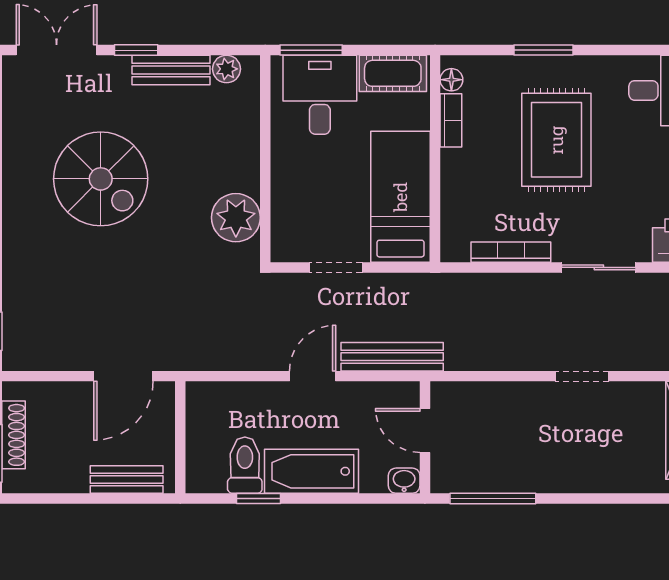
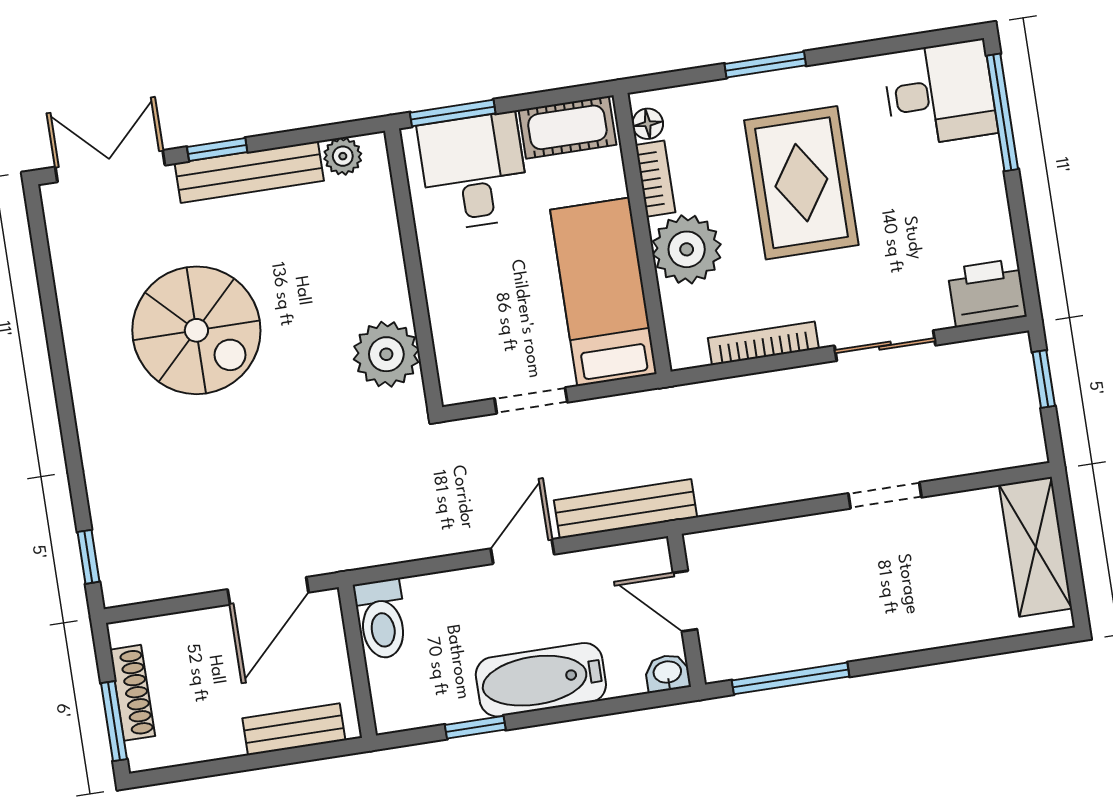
bench: (171, 70) -> (249, 172), width x1.36
plant: (466, 175) -> (687, 249), added
toilet: (245, 465) -> (382, 619), moved, turned 180

